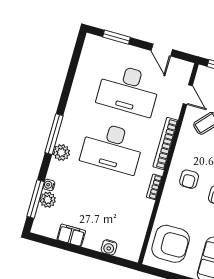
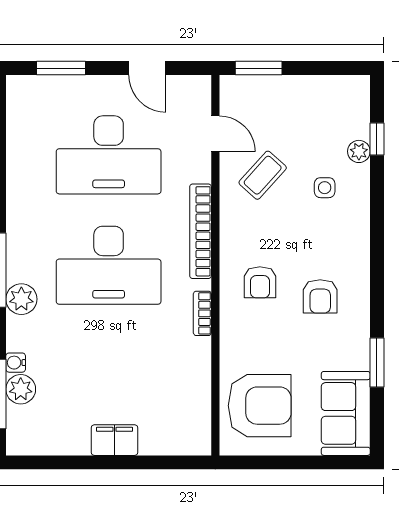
filing cabinet: (71, 235) -> (114, 440), moved
water cooler: (109, 247) -> (153, 443), removed

